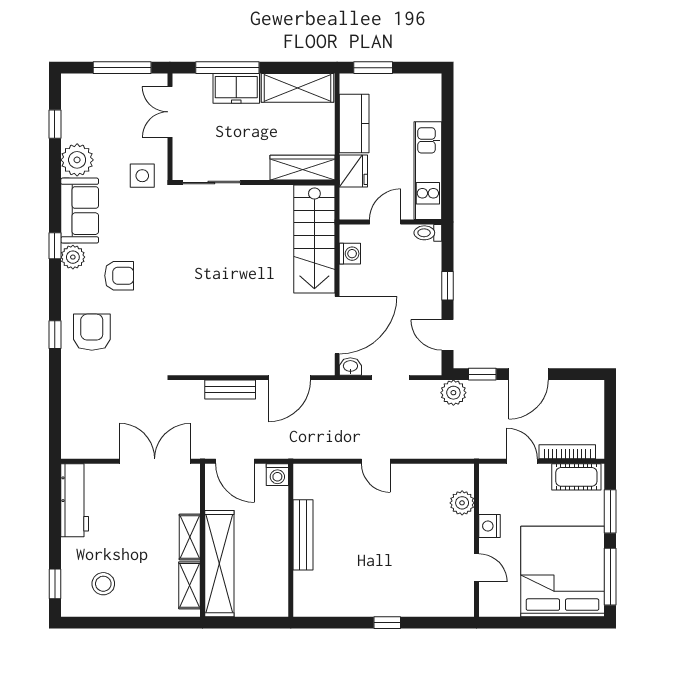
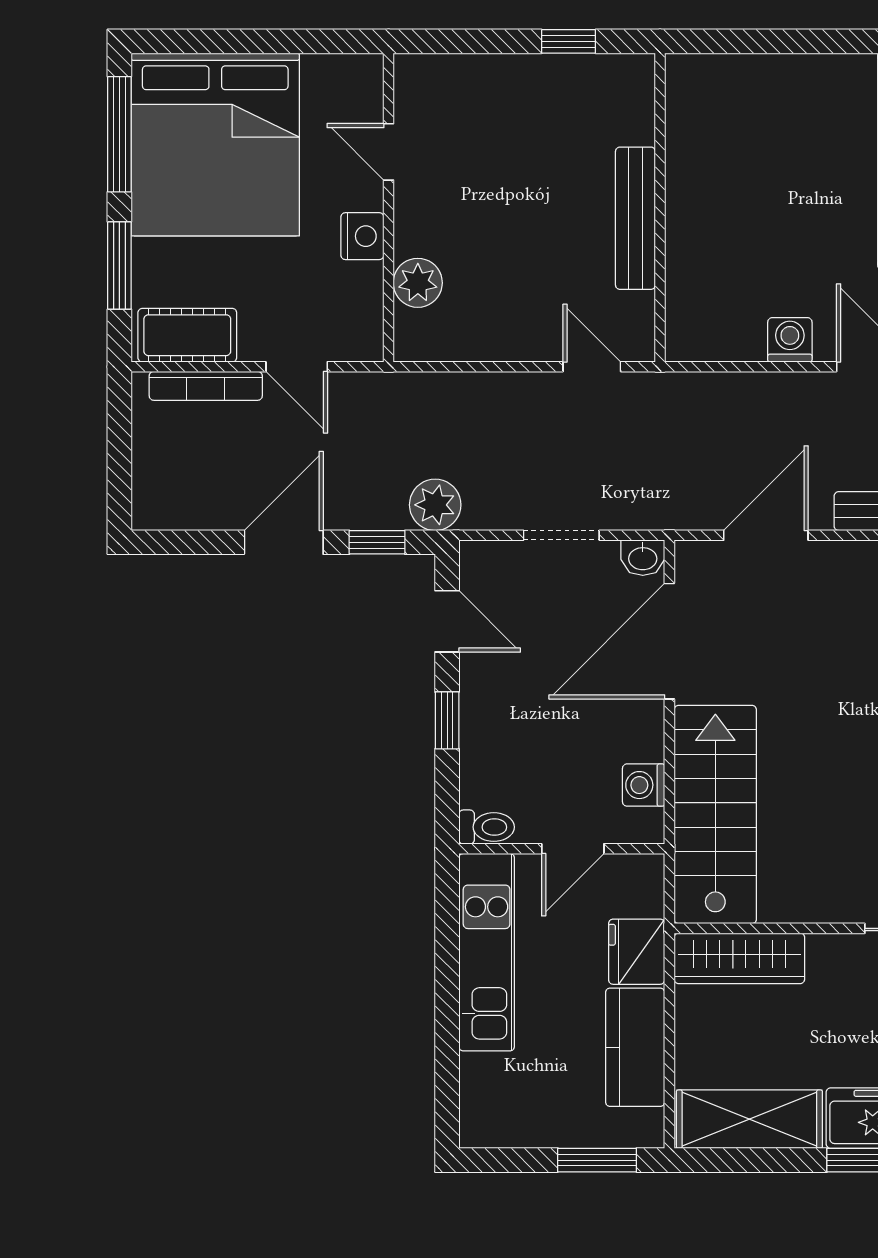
bench: (303, 535) -> (635, 218), moved
wall: (291, 540) -> (660, 208), moved

